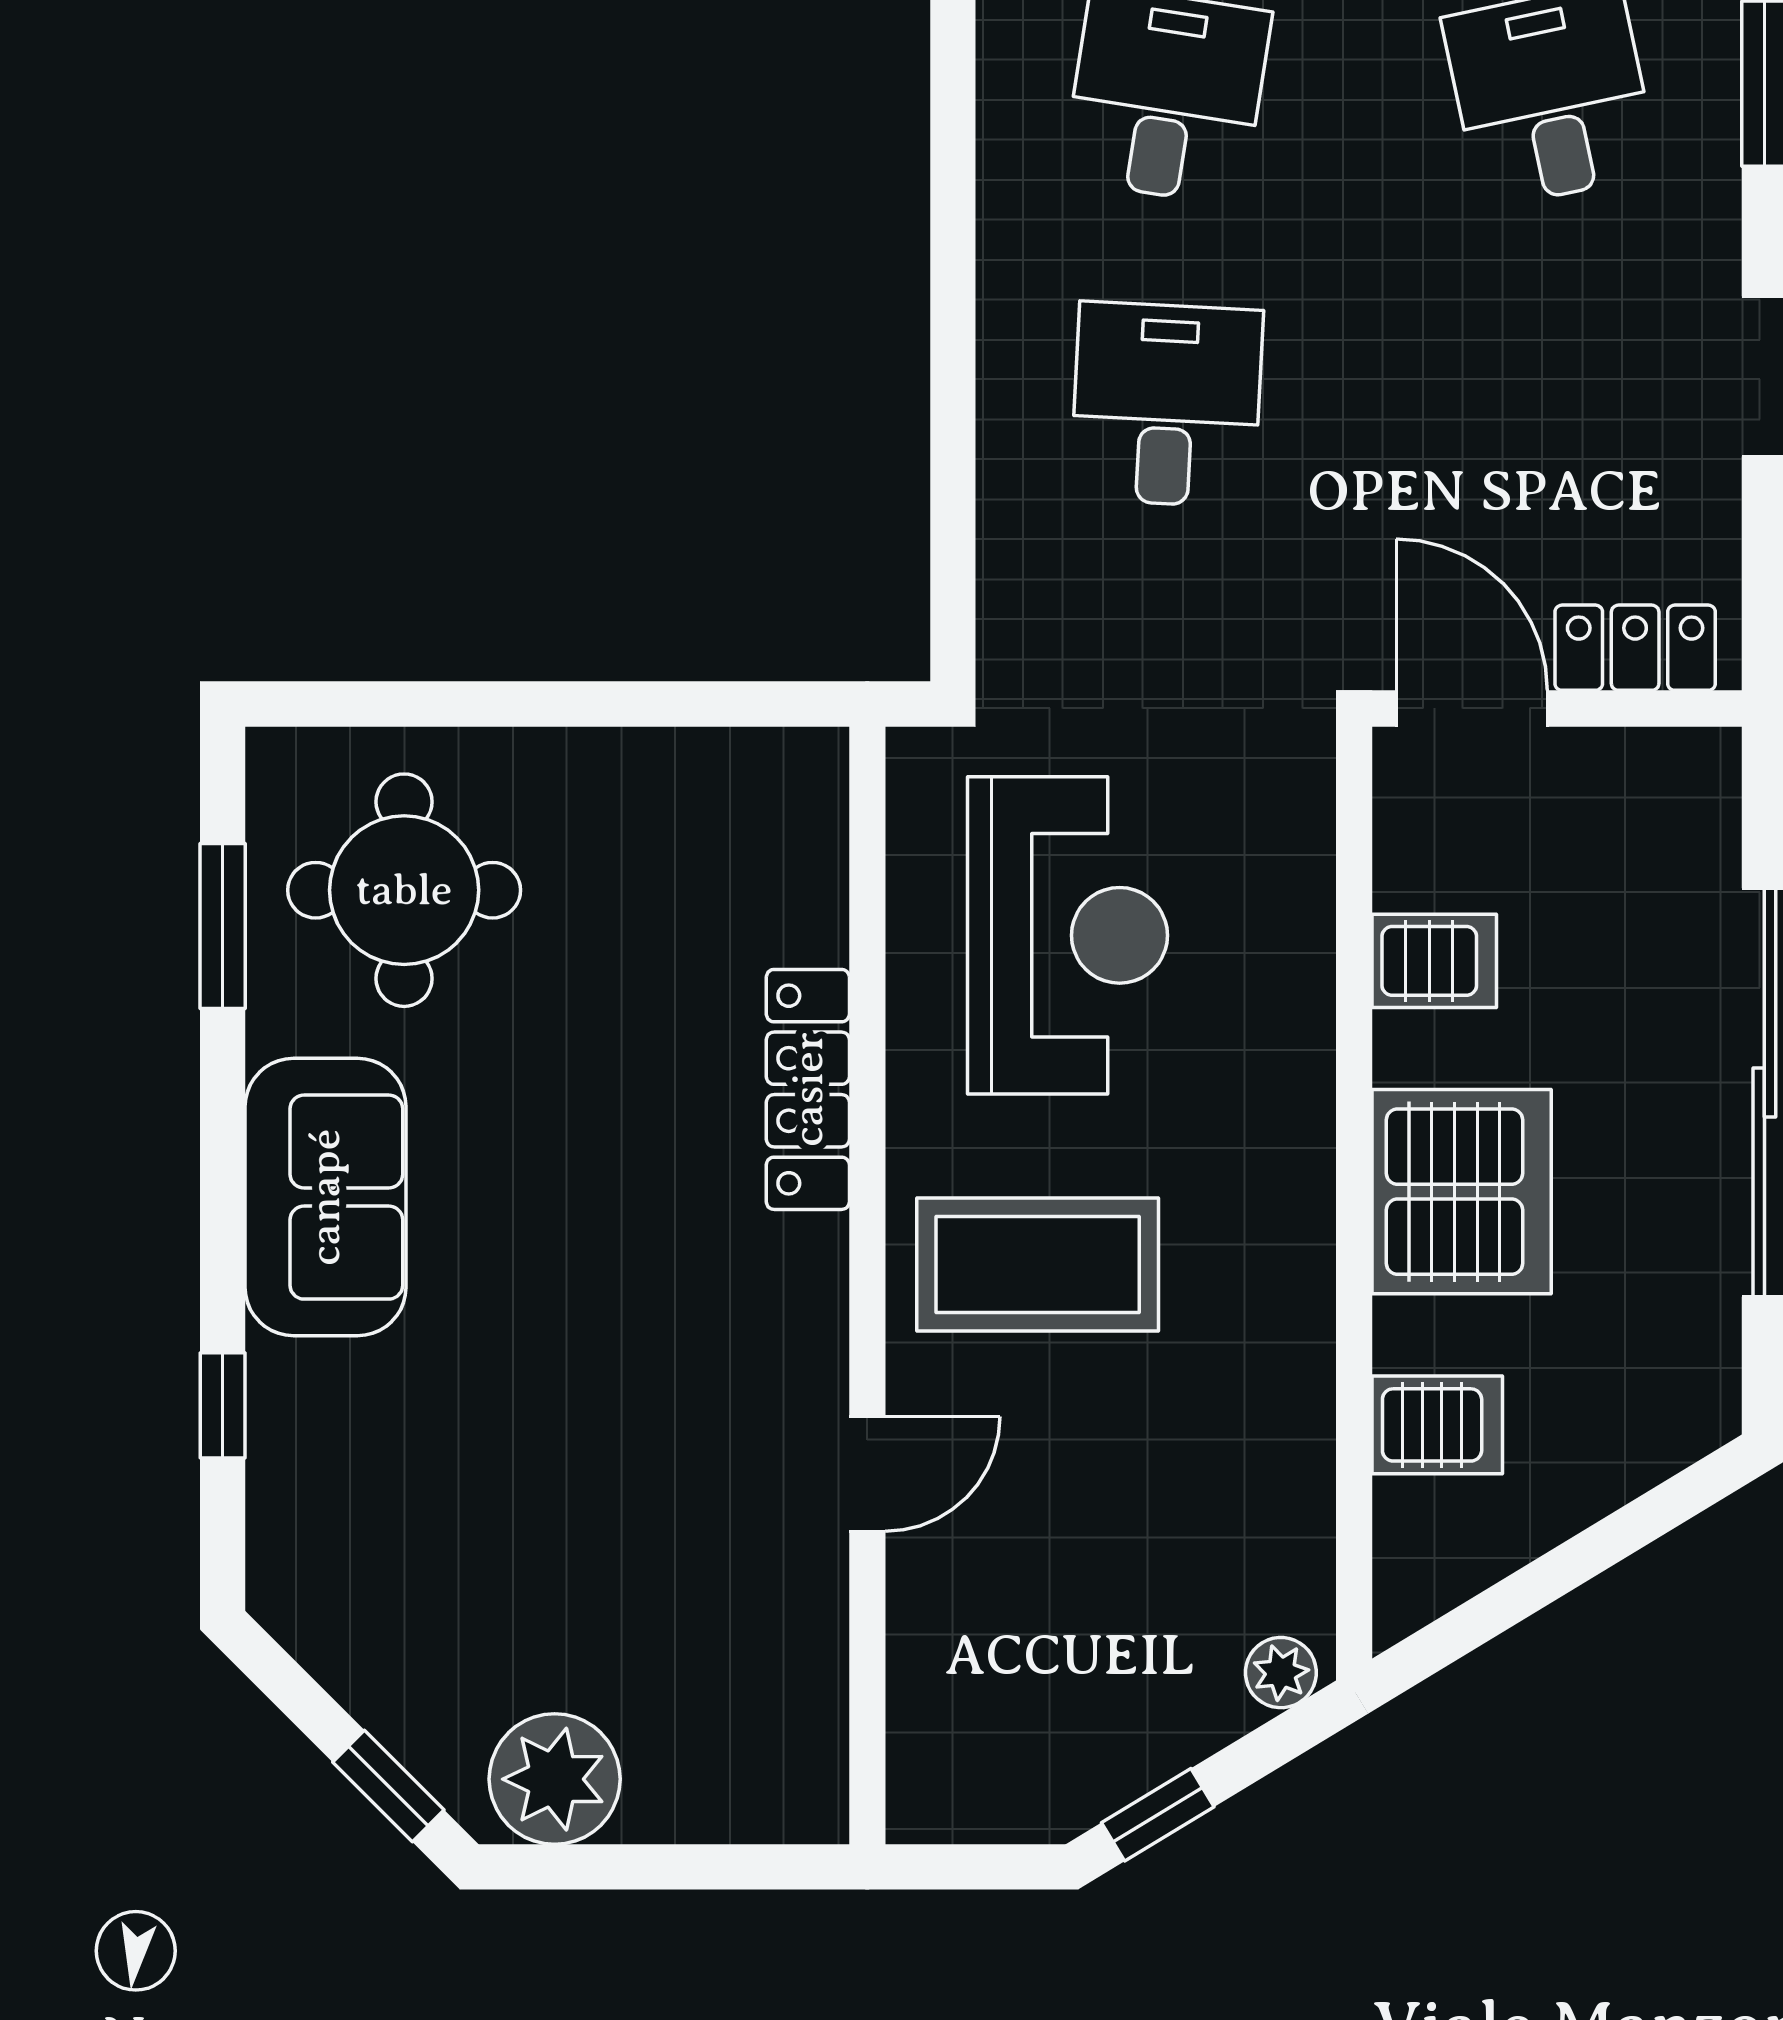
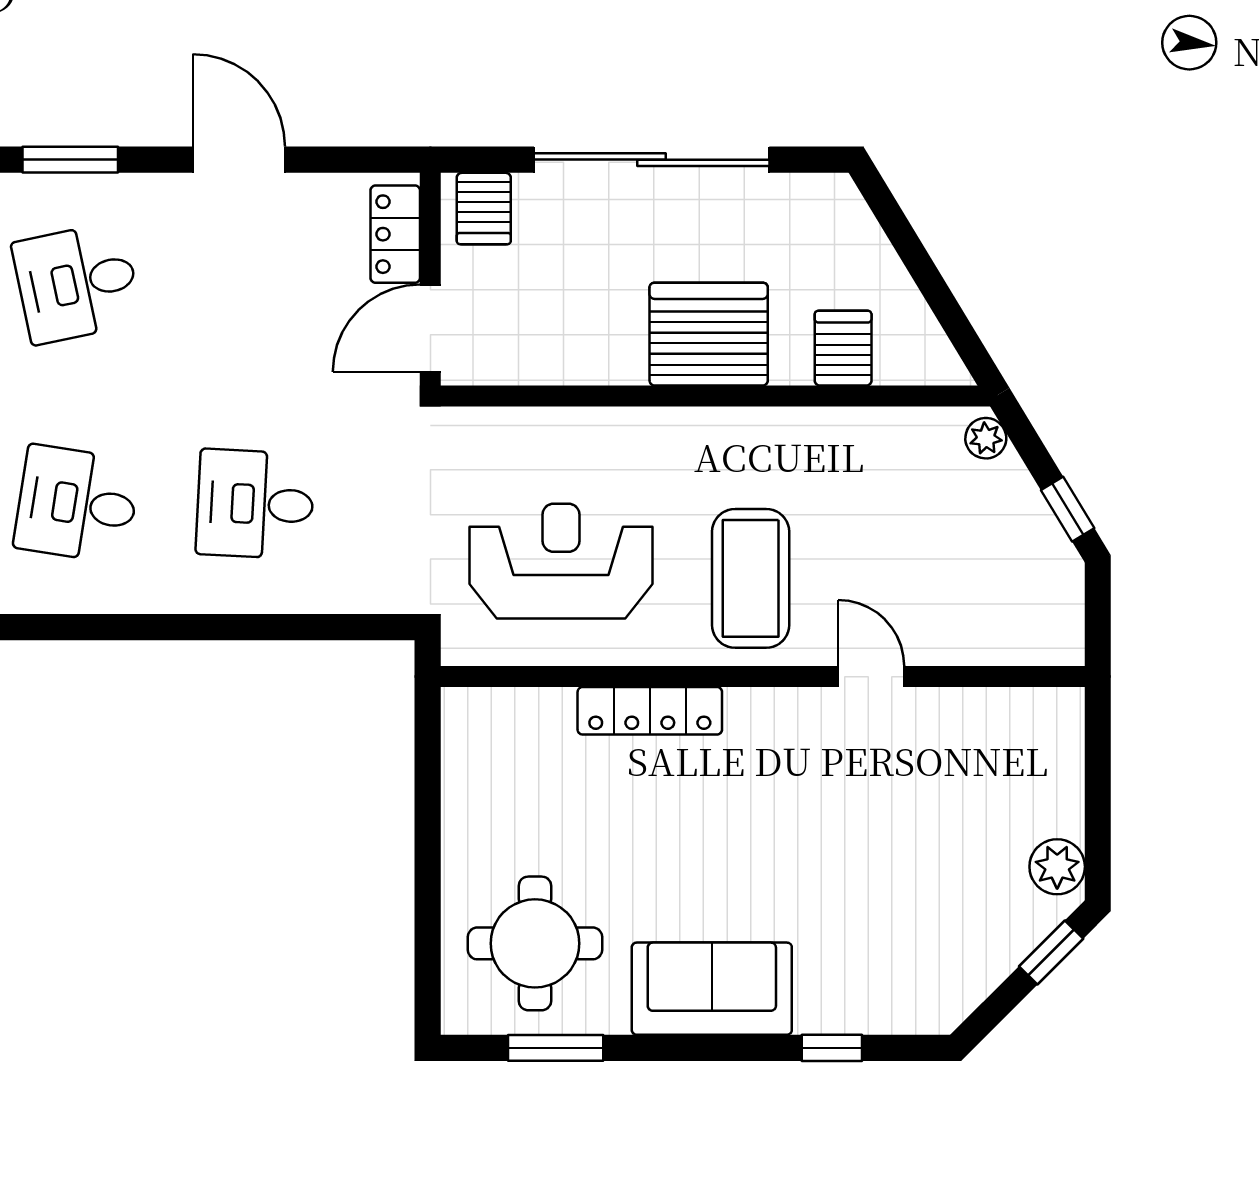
server rack: (1434, 961) -> (484, 208), moved, turned 180
plant: (555, 1779) -> (1057, 867), width x0.73, depth x0.73

